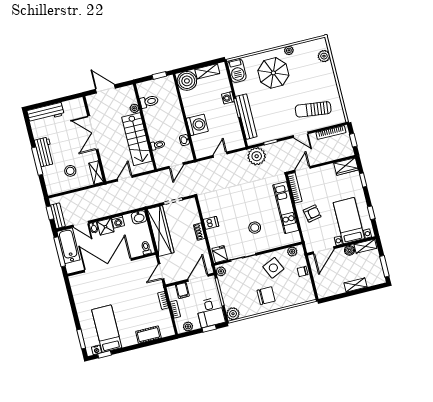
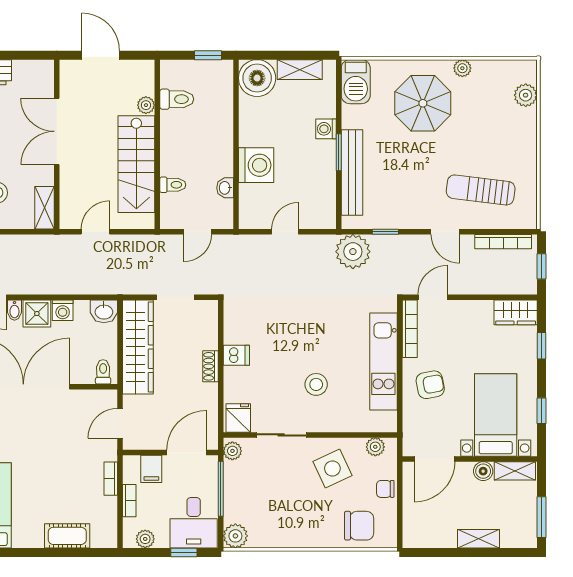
chair: (266, 296) -> (359, 526), moved

